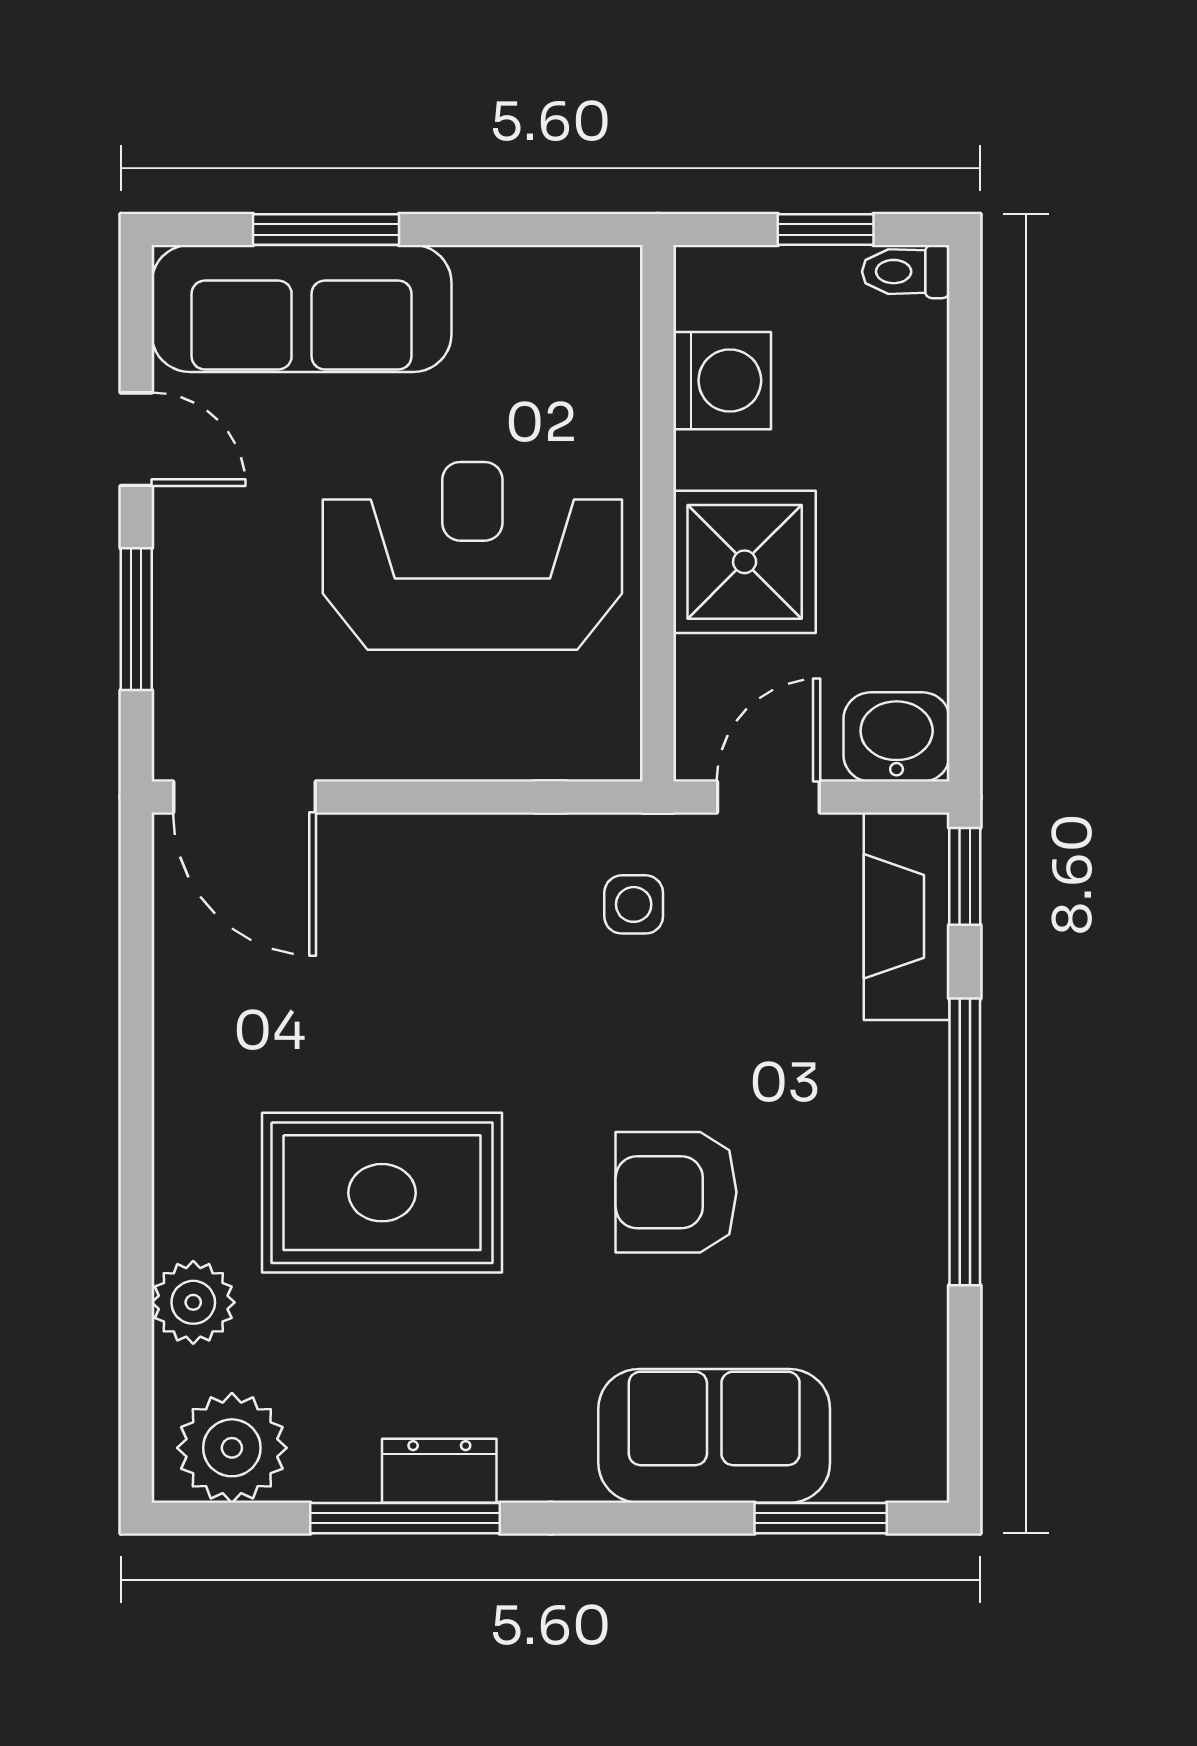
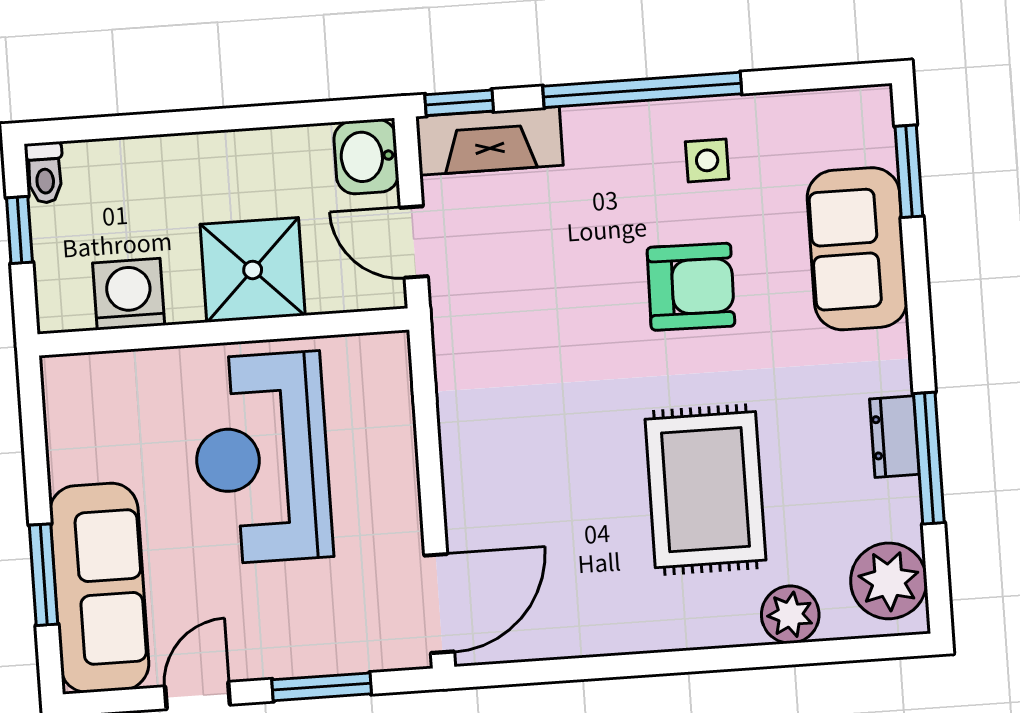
side table: (634, 904) -> (707, 160), moved
armchair: (676, 1192) -> (691, 287), turned -89

